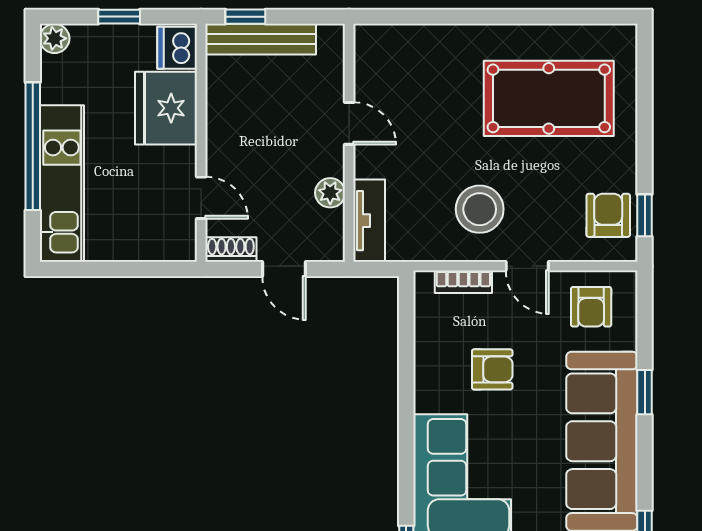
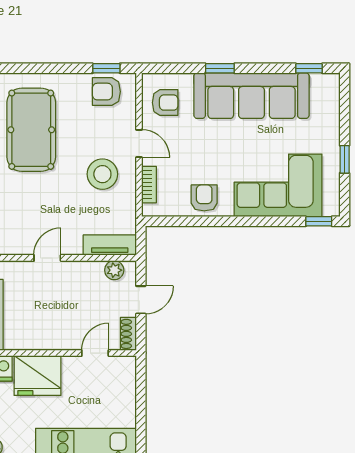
plant: (330, 193) -> (114, 270), moved
door: (527, 266) -> (139, 144), hinge flipped
armchair: (492, 369) -> (204, 198), moved

